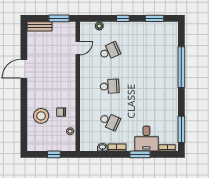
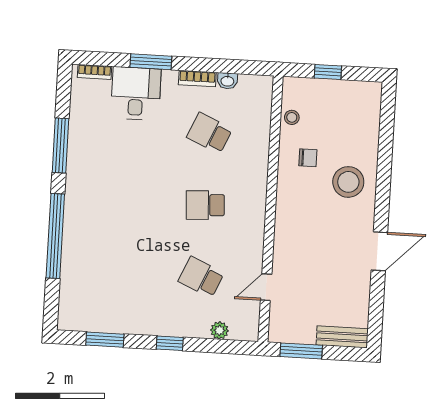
school desk: (110, 51) -> (201, 277), turned 48
stool: (41, 116) -> (348, 182), moved
window: (181, 129) -> (60, 146), moved

